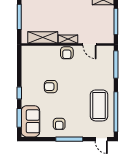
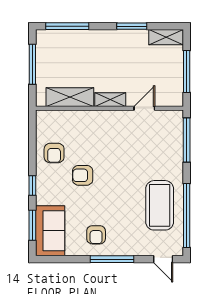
door: (89, 45) -> (144, 108), swing flipped
armchair: (67, 53) -> (54, 153), moved

